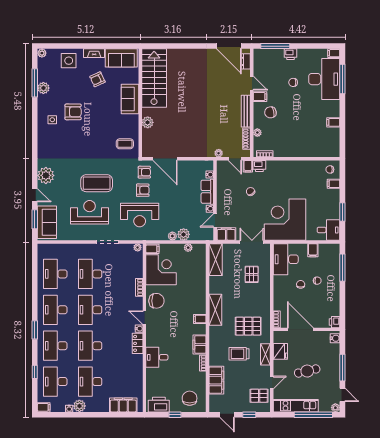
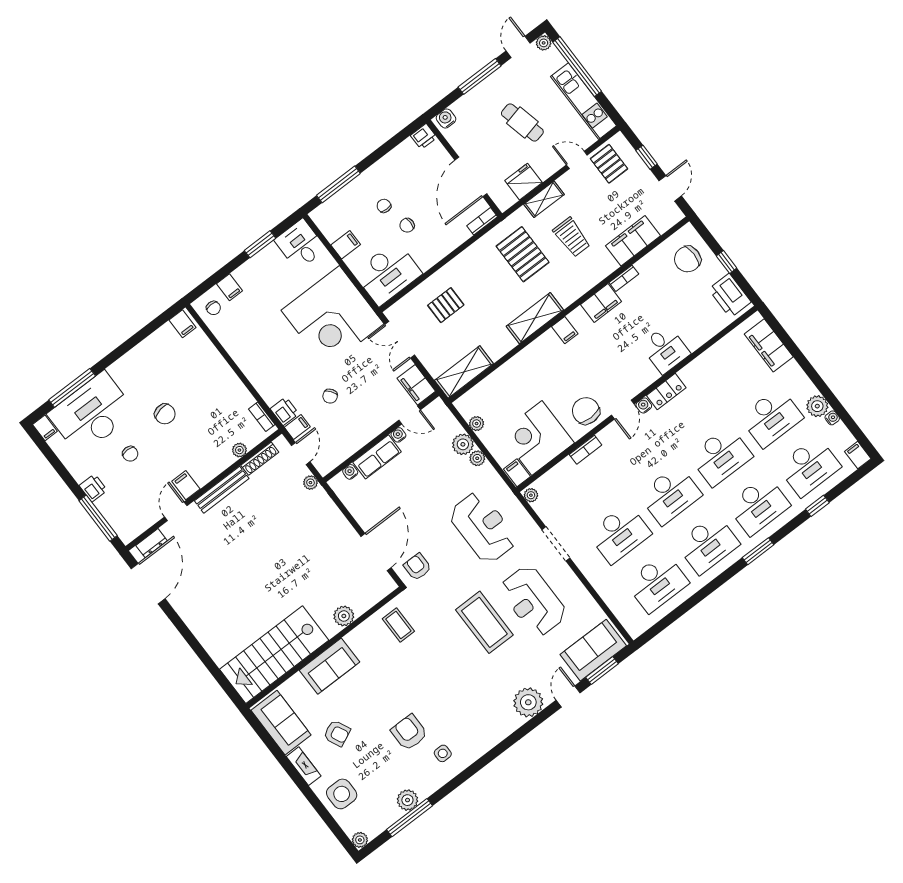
chair: (270, 112) -> (165, 414), moved
filing cabinet: (333, 122) -> (183, 324), moved
armchair: (143, 190) -> (445, 550), removed

